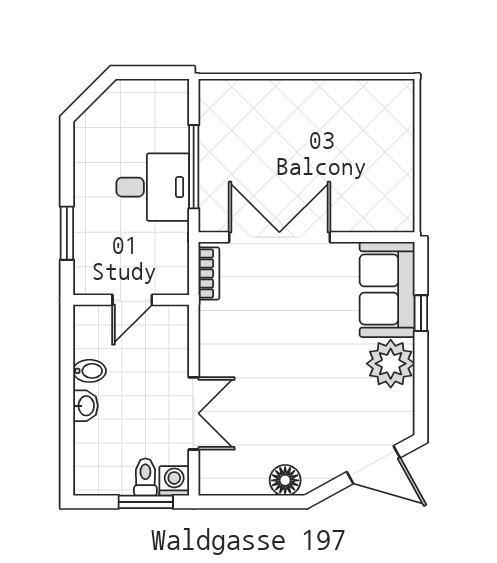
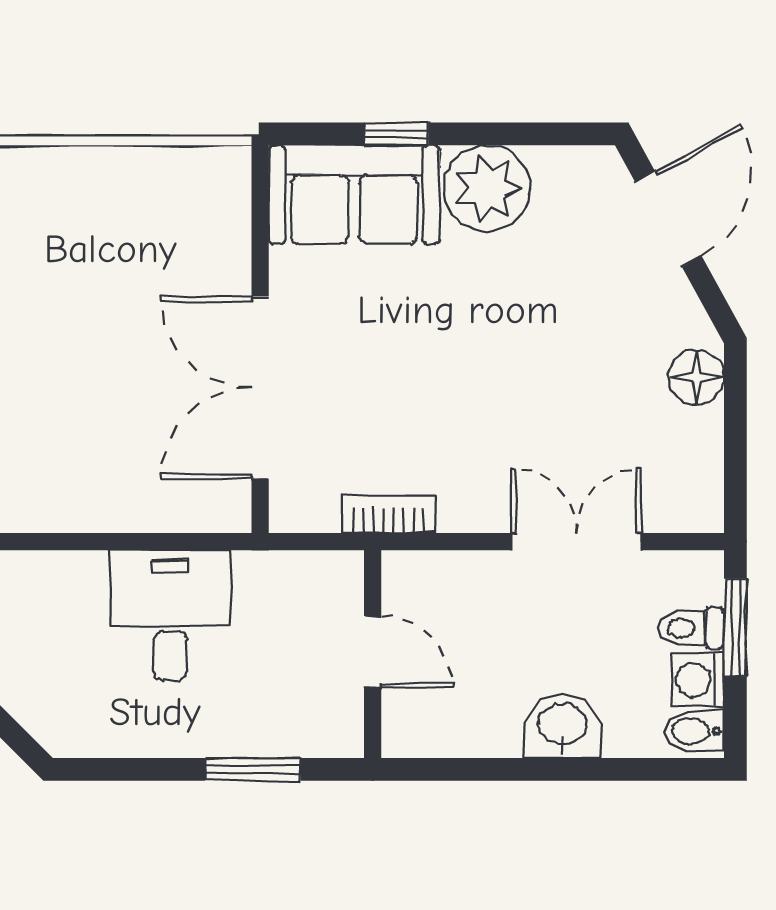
window: (194, 167) -> (134, 542), removed
bookcase: (209, 273) -> (389, 514), moved
bidet: (90, 371) -> (695, 731), moved, turned -90
washbasin: (85, 406) -> (563, 726), width x1.38, depth x1.45
washing machine: (174, 481) -> (697, 680), moved

